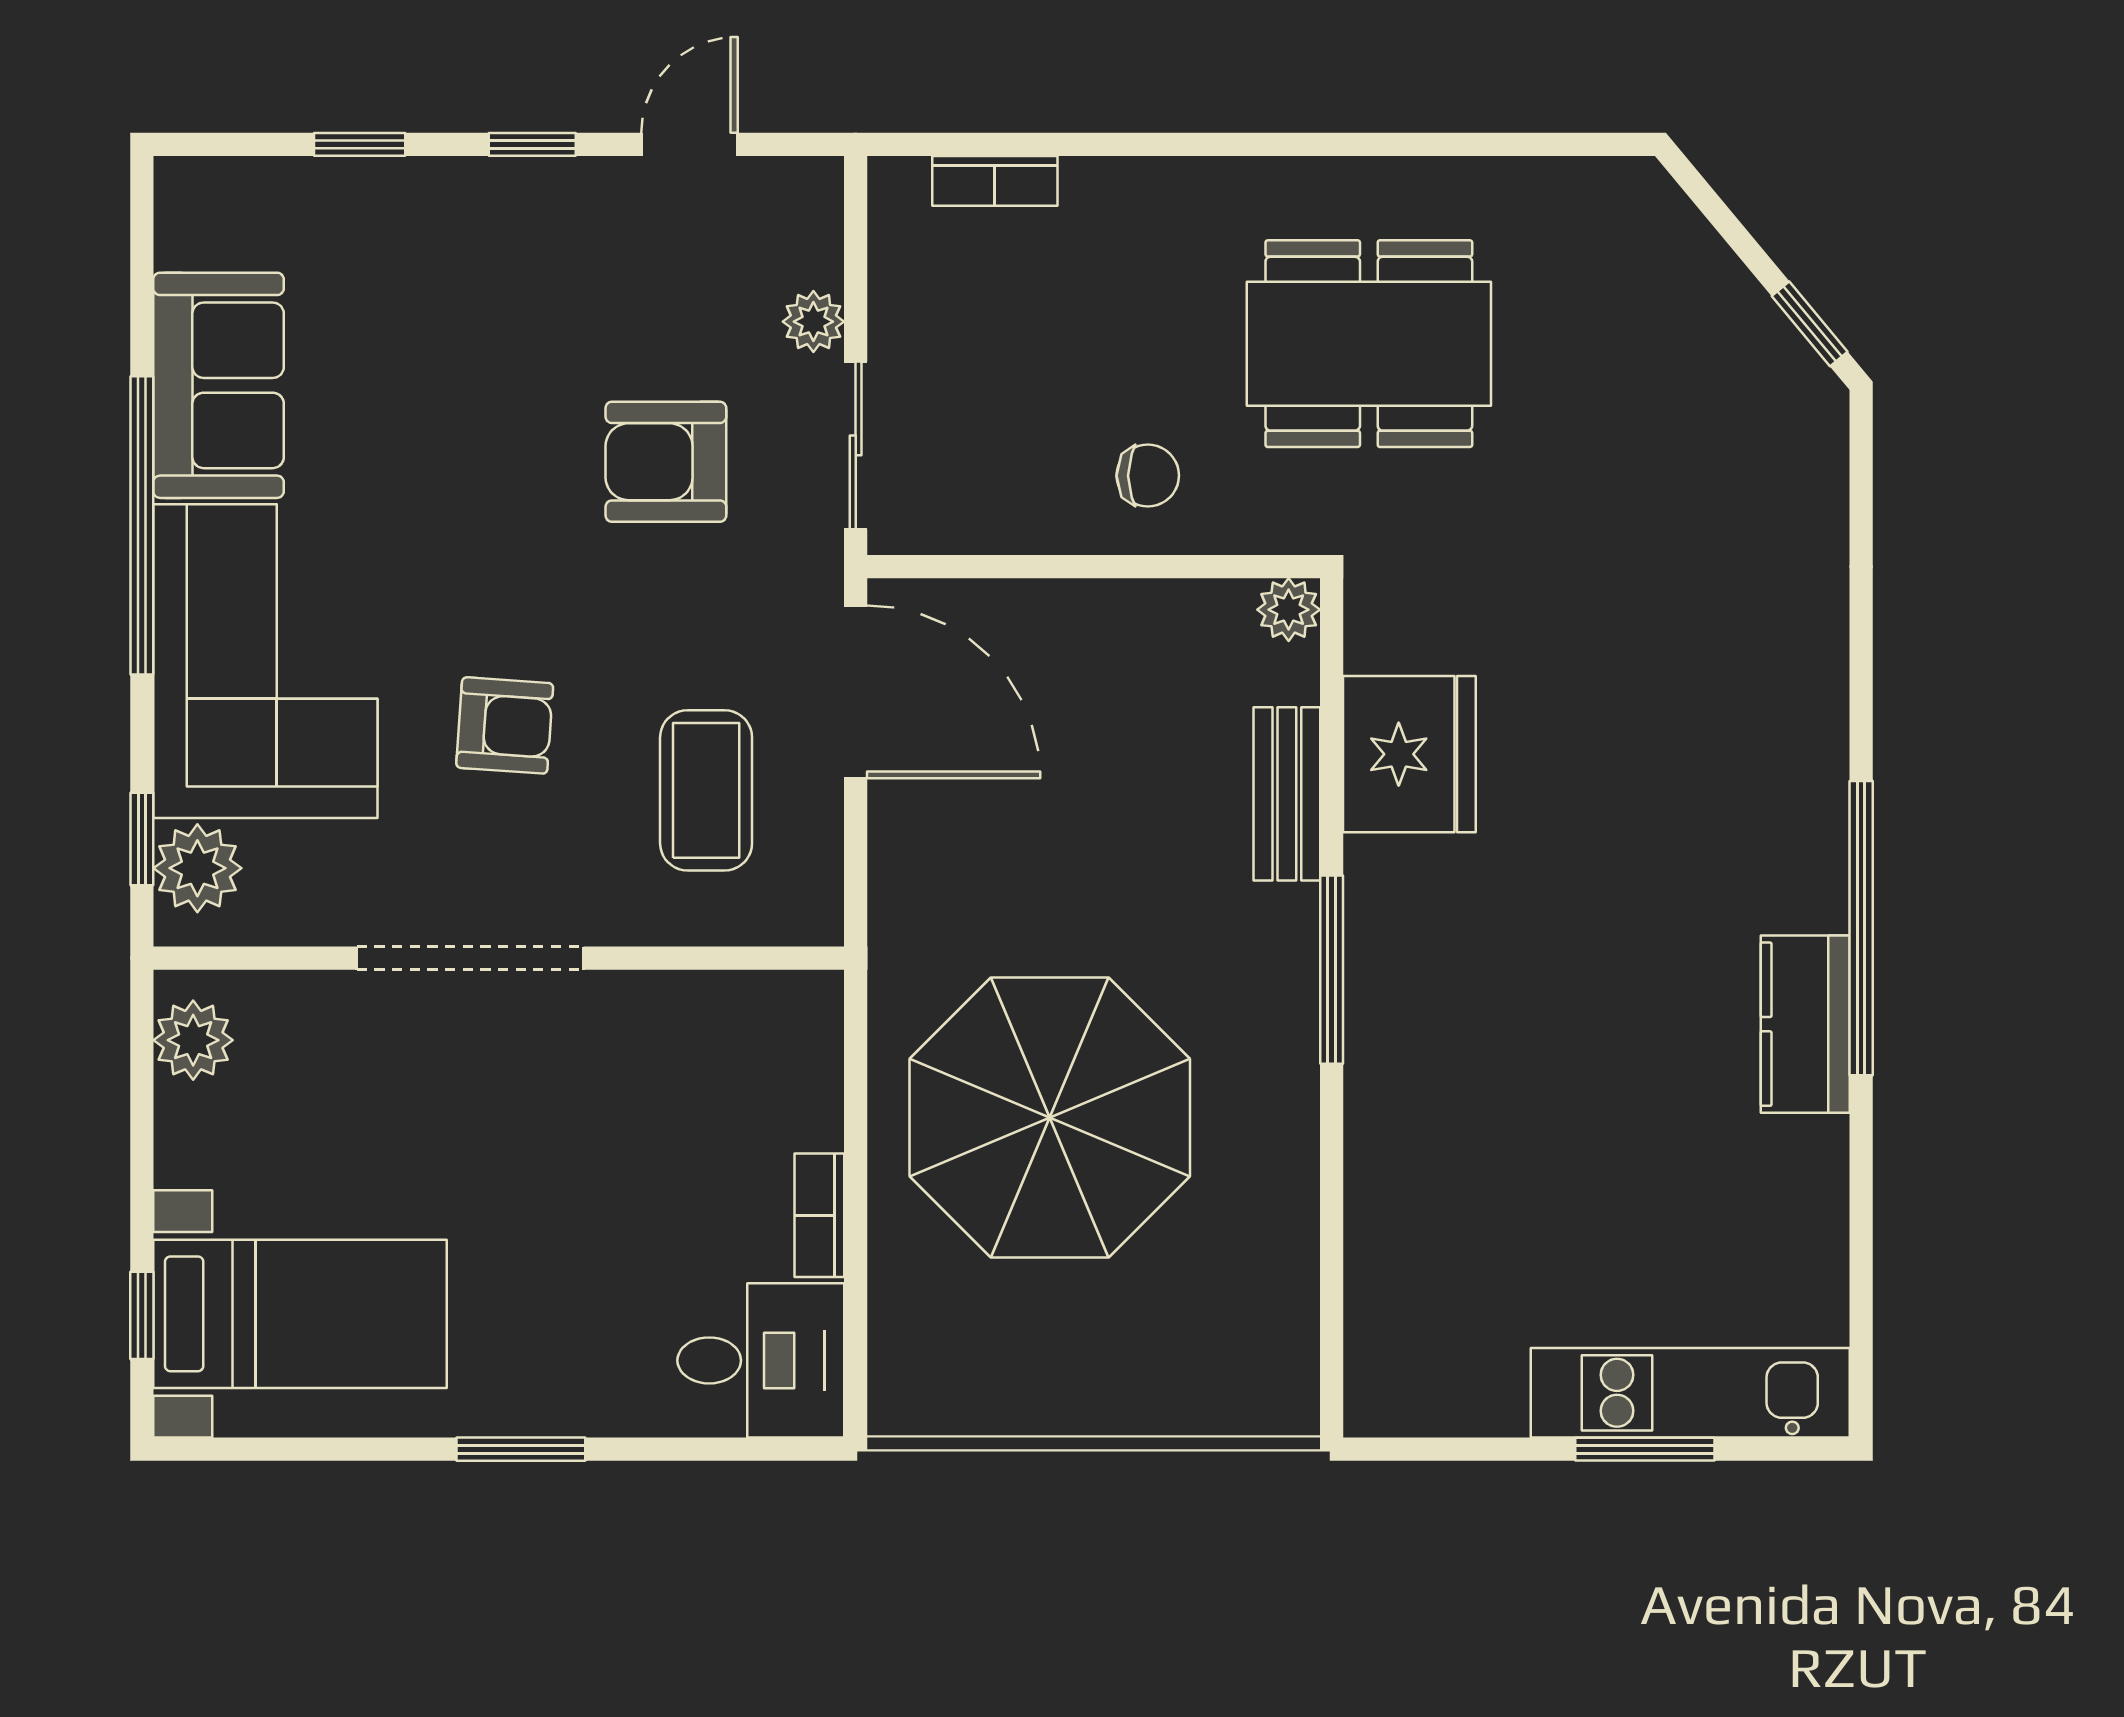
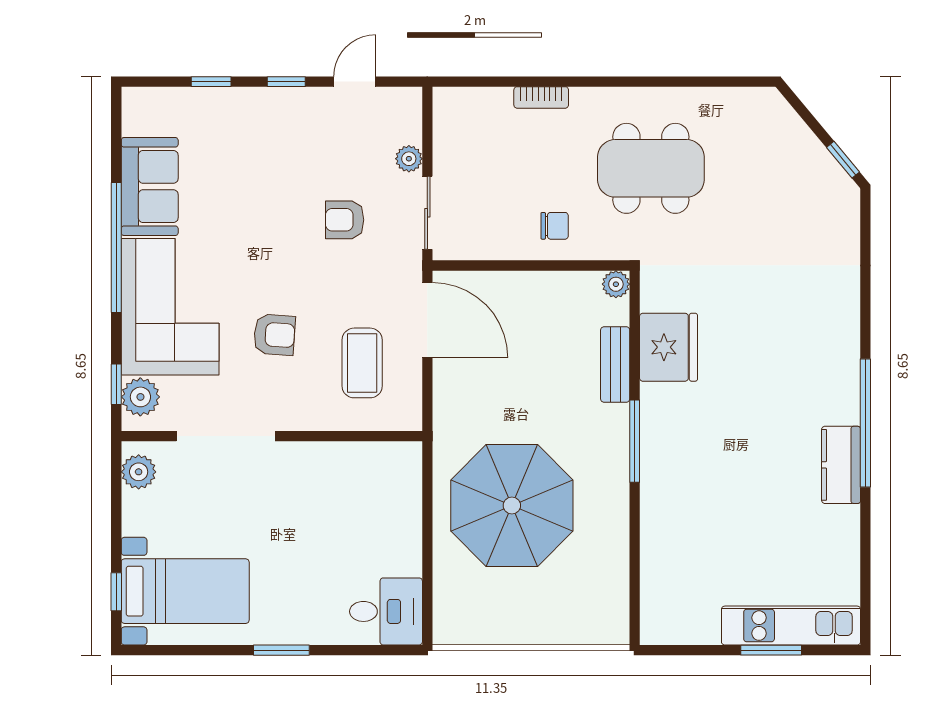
bookcase: (995, 181) -> (541, 97), moved
armchair: (666, 462) -> (345, 220), width x0.72, depth x0.72
doorway: (470, 958) -> (226, 436), moved
bookcase: (819, 1215) -> (411, 548), removed

